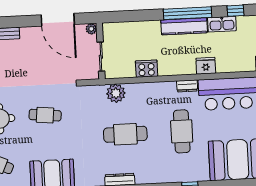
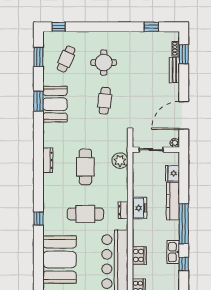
kitchen counter: (184, 26) -> (173, 201), moved
fridge: (206, 66) -> (173, 173), moved, turned 180
freezer: (171, 67) -> (139, 208), added
cooker: (147, 69) -> (139, 255), moved
dresser: (187, 86) -> (123, 210), moved

